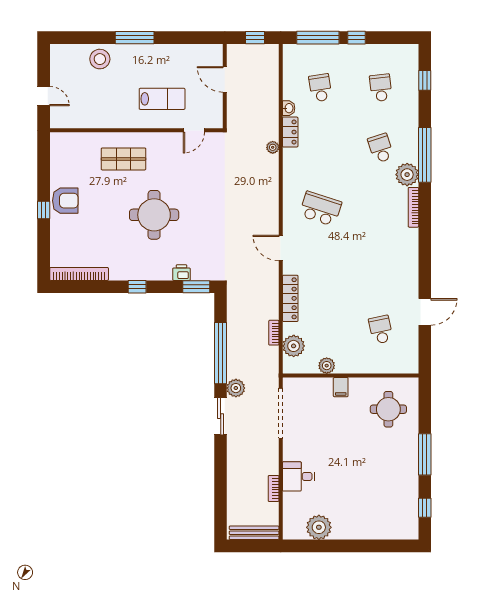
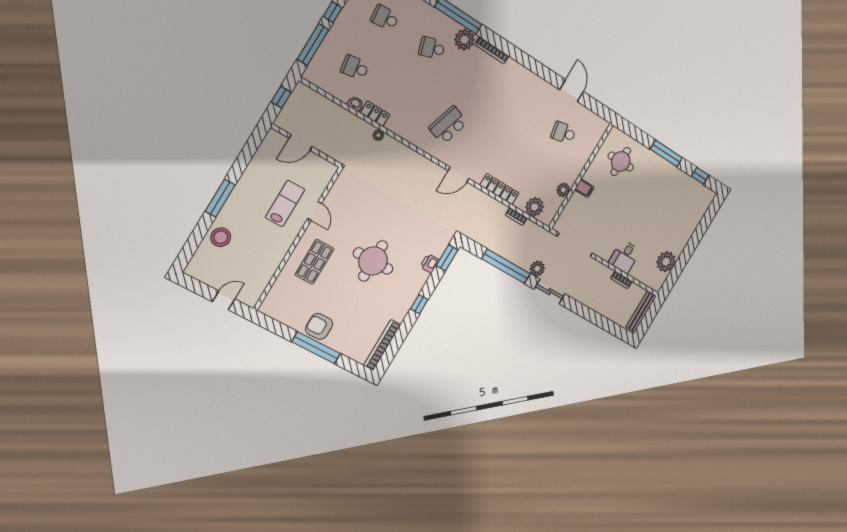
door: (194, 130) -> (315, 211), moved
armchair: (65, 201) -> (319, 326), turned -90
window: (44, 210) -> (316, 348), width x3.17

